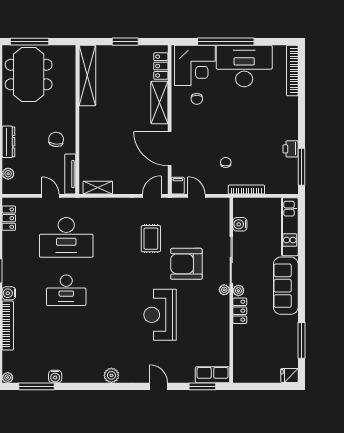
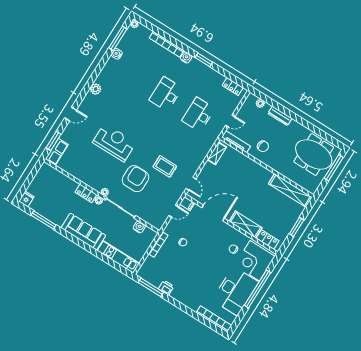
desk: (66, 237) -> (198, 115), width x0.73, depth x0.77

